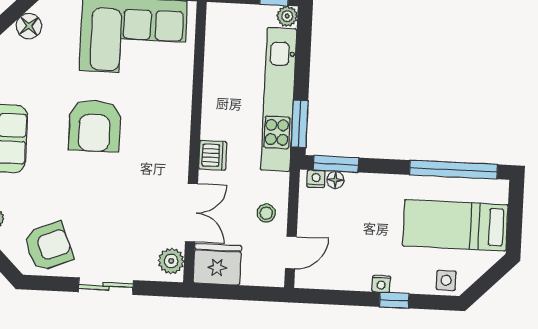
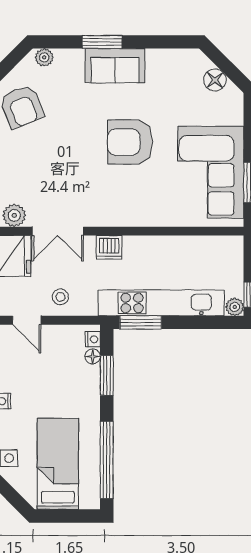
window: (336, 164) -> (107, 375), moved

